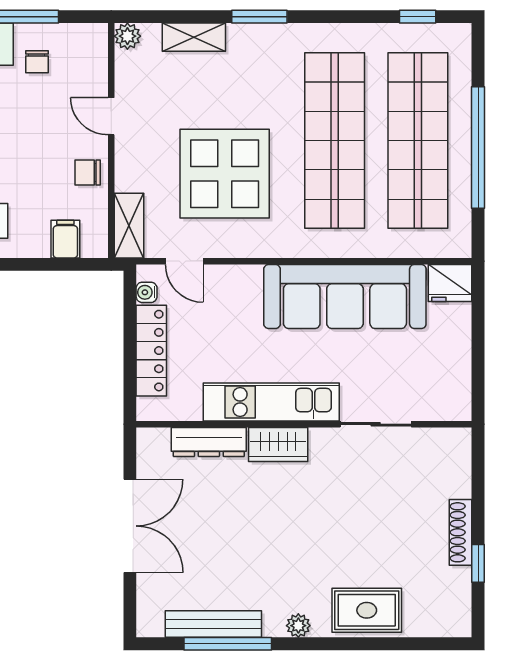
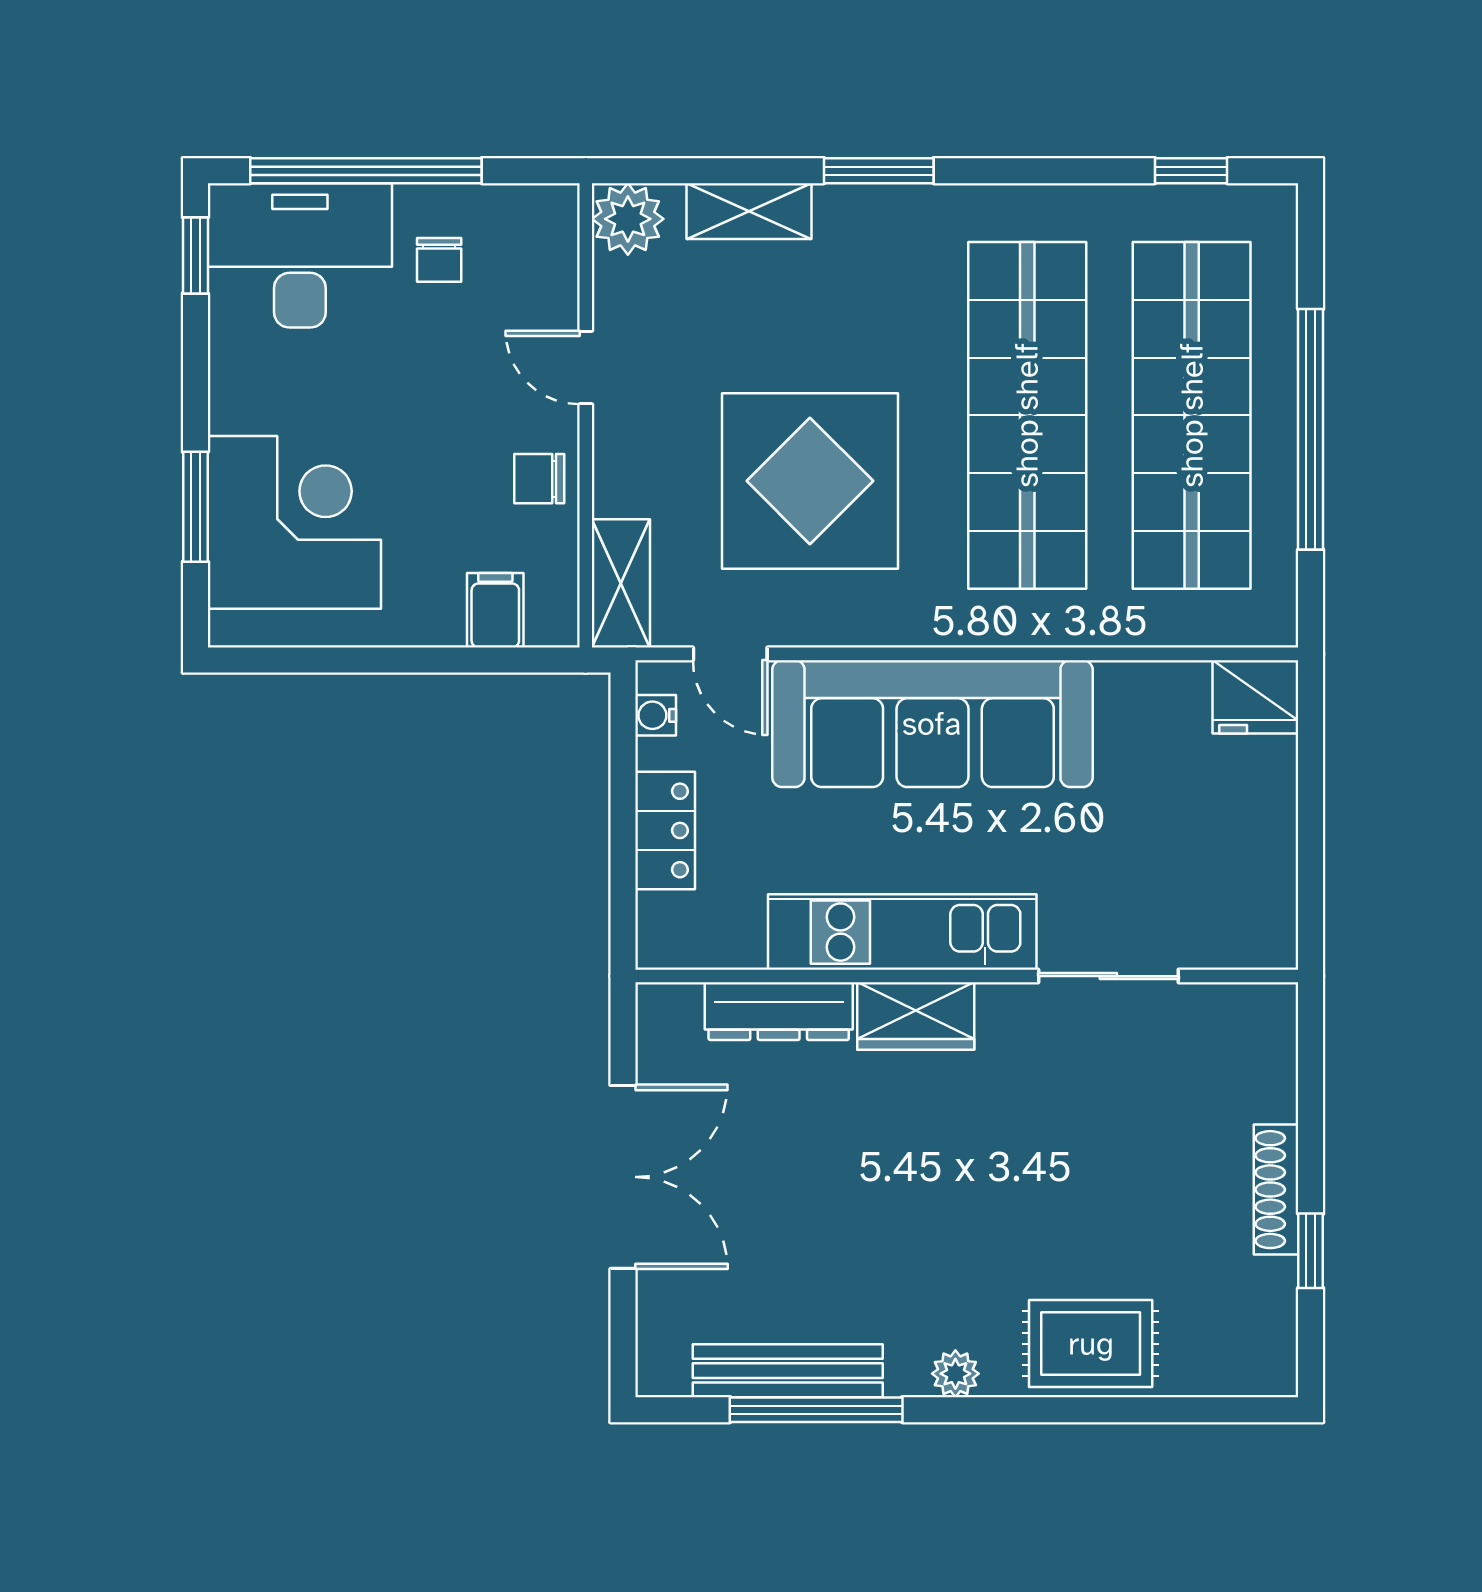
plant: (127, 36) -> (628, 219), width x1.38, depth x1.38
sofa: (345, 297) -> (932, 724), moved
locker: (151, 351) -> (665, 830), width x0.66

